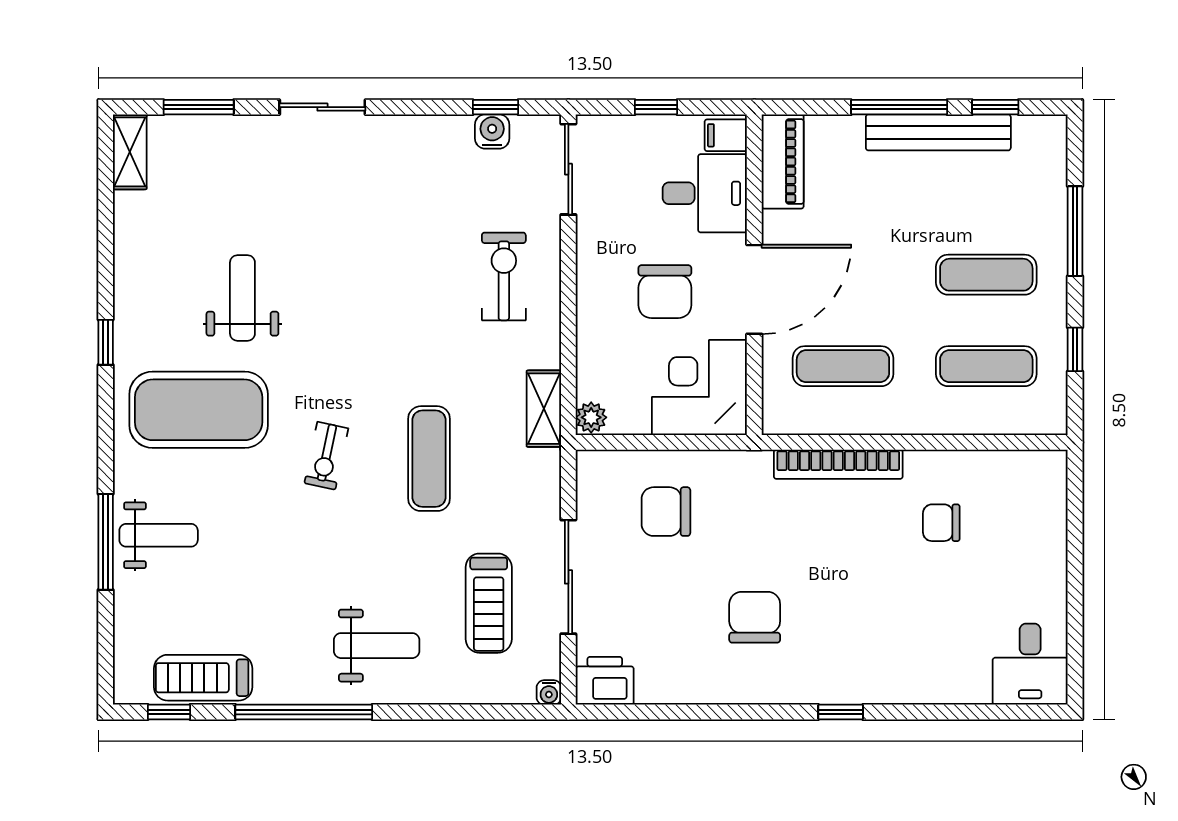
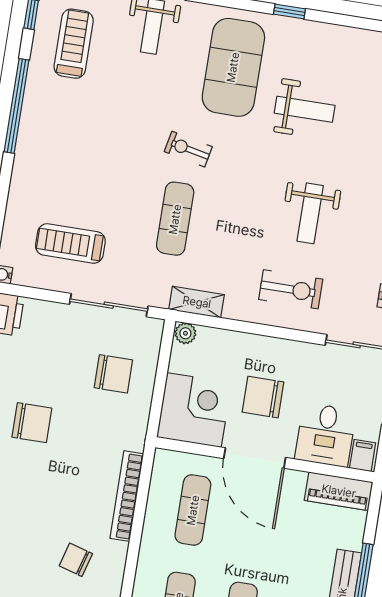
exercise mat: (429, 459) -> (175, 219), turned 90
chair: (666, 512) -> (113, 374), turned 90
chair: (941, 523) -> (76, 560), turned -74
sliding door: (568, 577) -> (109, 305), moved
weight bench: (377, 646) -> (310, 213), moved
treadmill: (203, 678) -> (74, 44), moved

